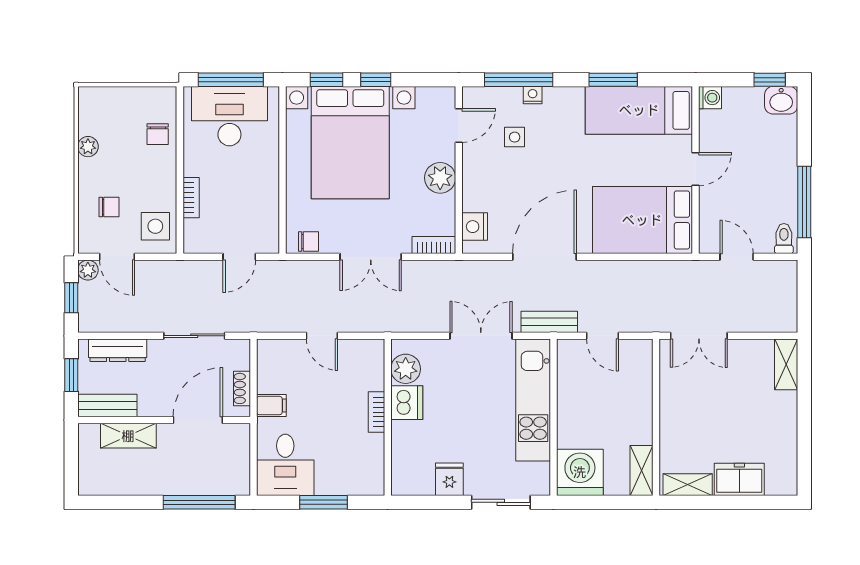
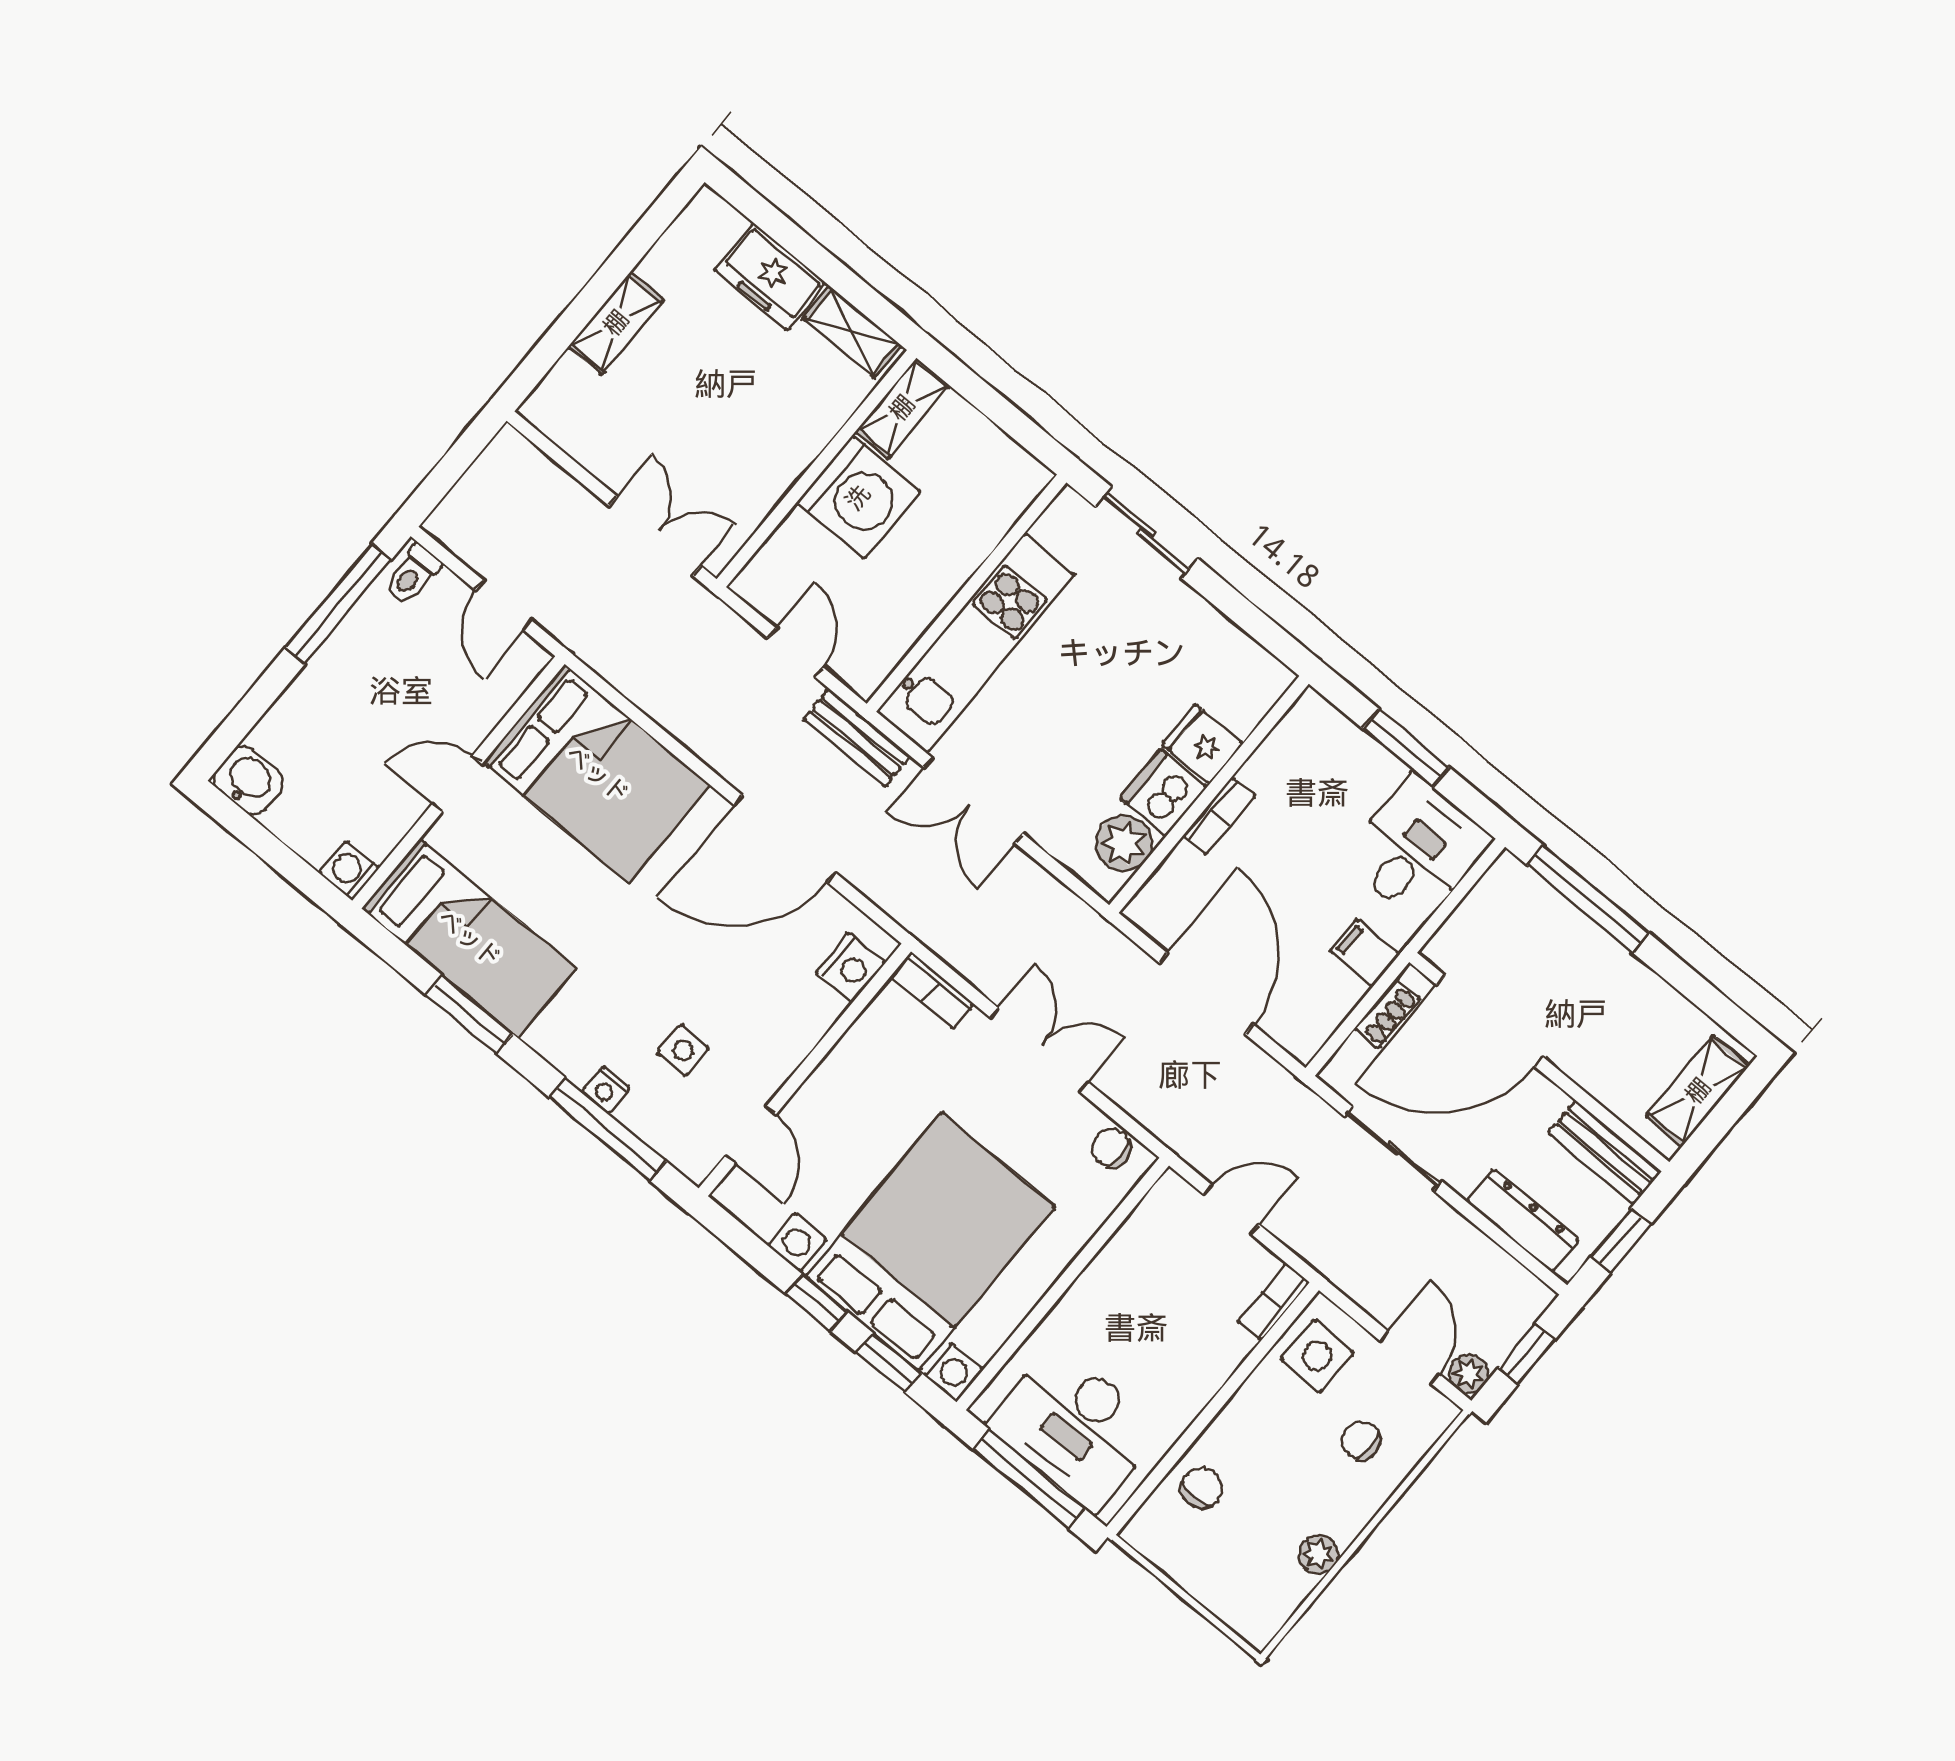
window: (770, 80) -> (241, 824), removed
door: (459, 126) -> (751, 1135), swing flipped
plant: (440, 178) -> (842, 1081), removed
bookcase: (191, 198) -> (1273, 1302), moved
door: (322, 336) -> (1206, 994), width x1.88
shelving: (786, 364) -> (616, 323), moved
door: (198, 420) -> (1490, 1021), width x1.36
shelving: (128, 436) -> (1698, 1091), moved, turned 90
washing machine: (580, 472) -> (858, 497), moved, turned -90
fridge: (449, 479) -> (1203, 744), moved, turned 90

